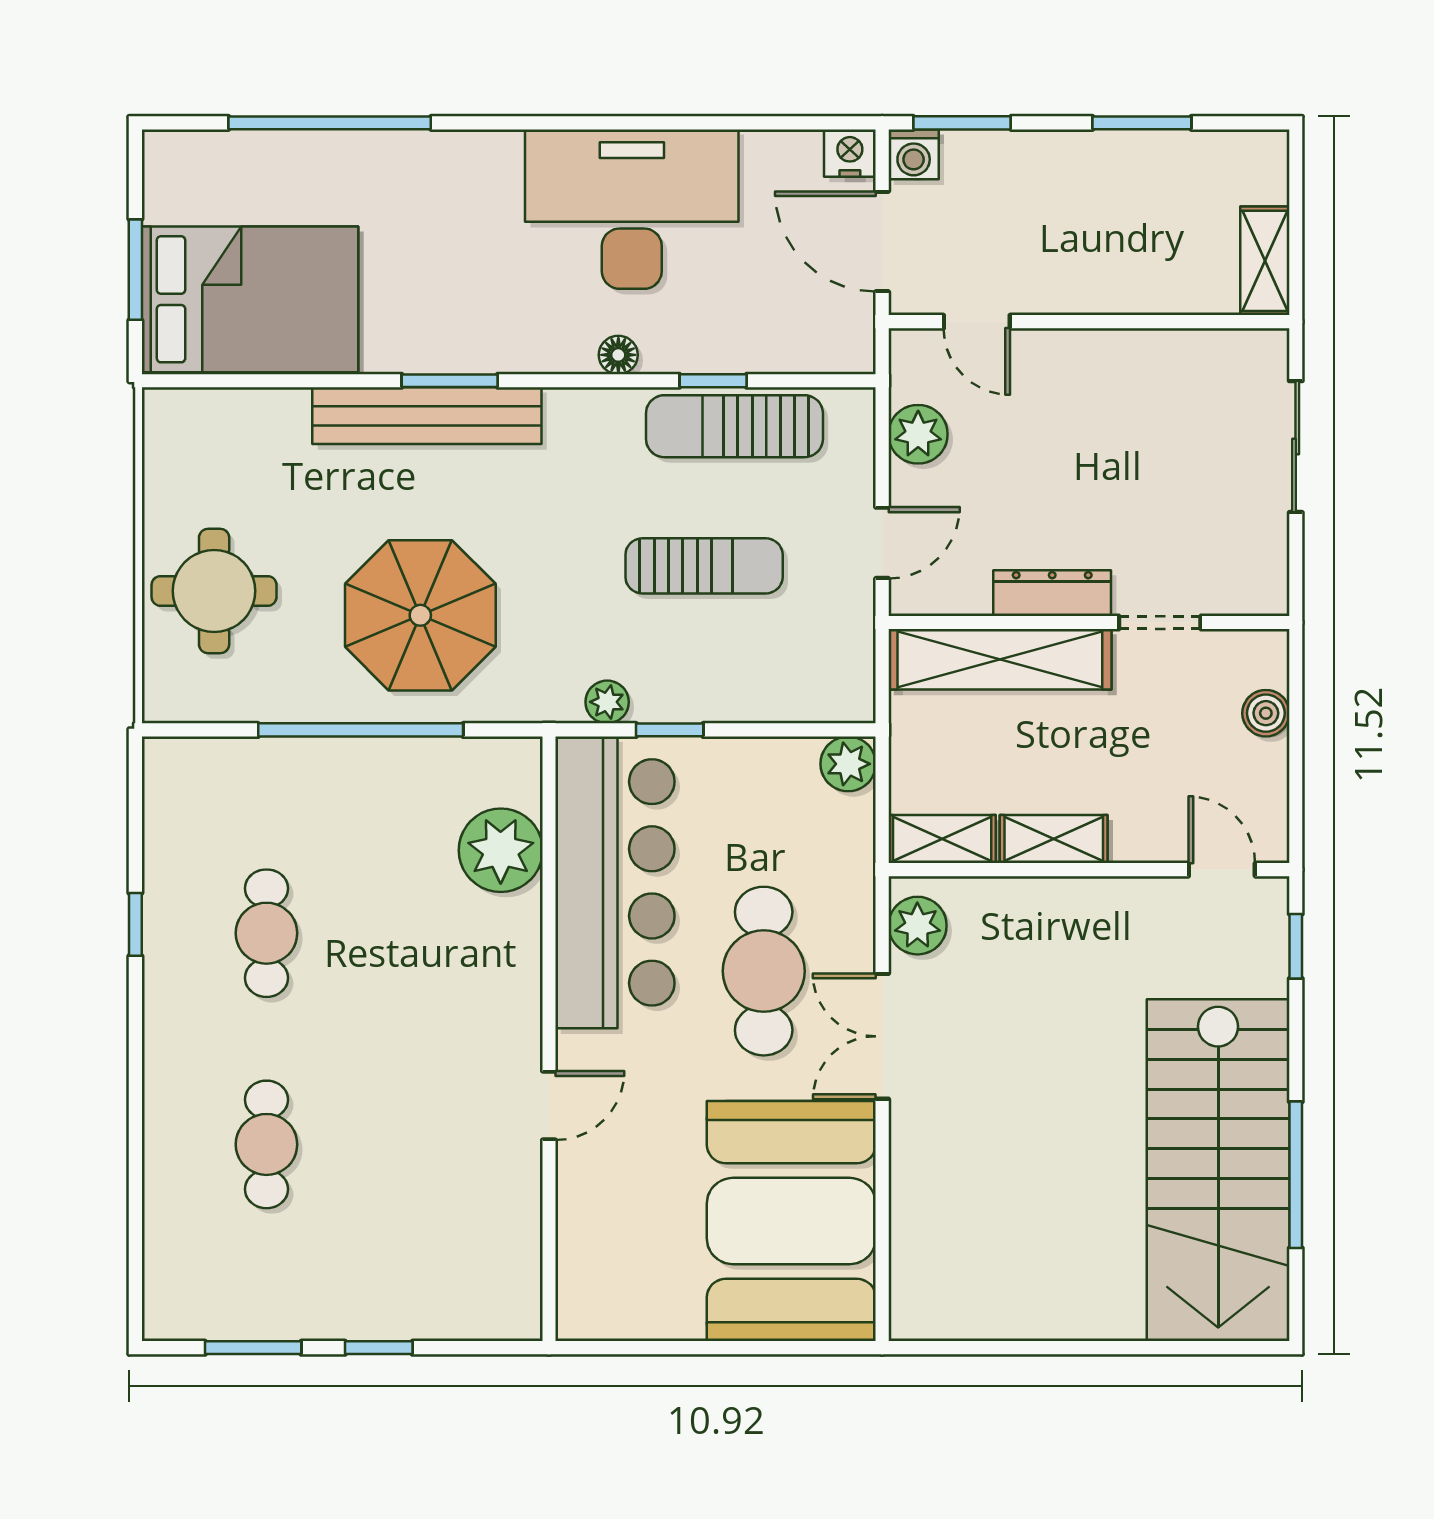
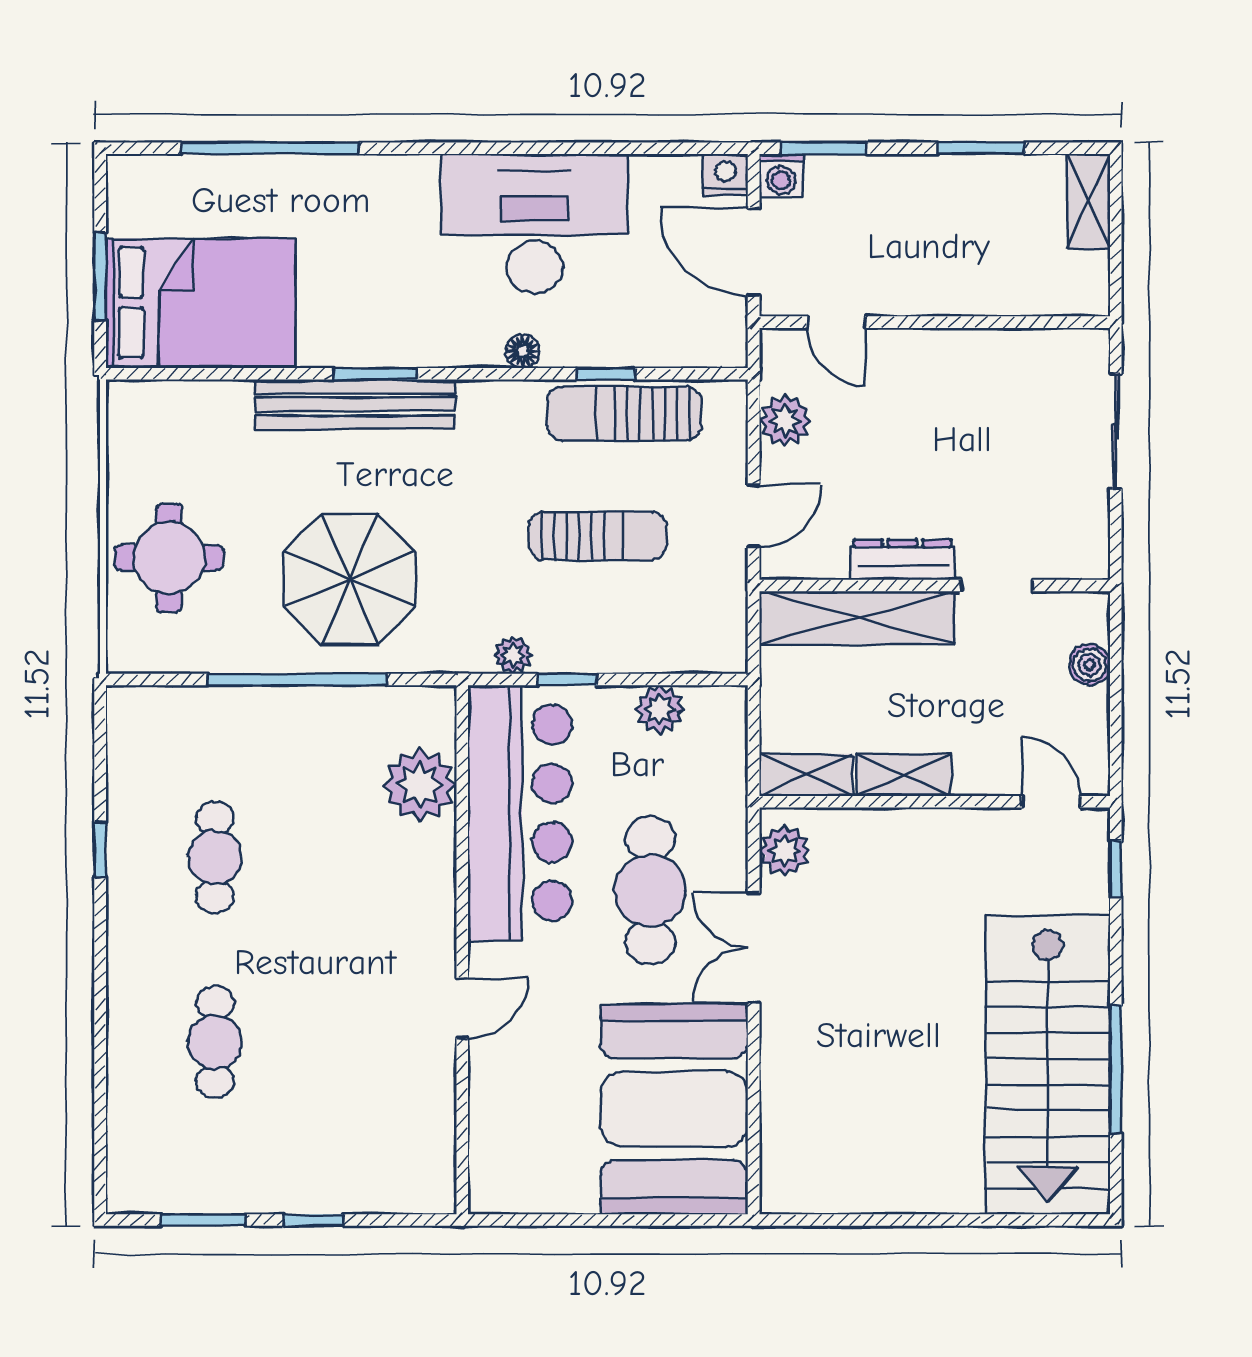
shelving: (1265, 261) -> (1089, 201), moved
plant: (848, 764) -> (660, 709), moved

